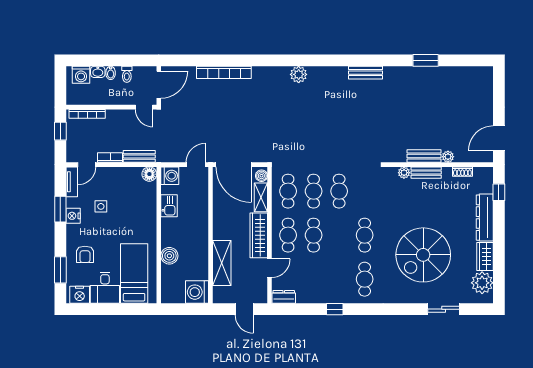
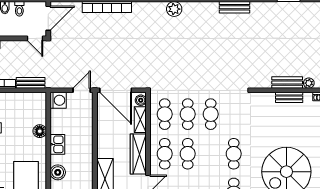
plant: (404, 173) -> (269, 97), removed
floor lamp: (149, 174) -> (40, 131), moved
kitchen sink: (169, 206) -> (57, 144), moved

